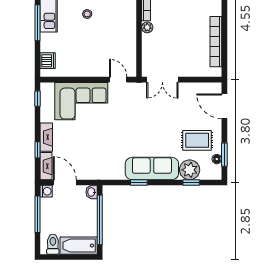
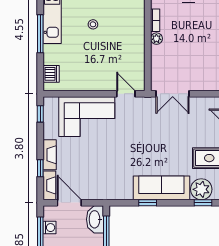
washing machine: (46, 191) -> (50, 228), moved
washbasin: (92, 192) -> (95, 219), width x1.91, depth x1.45

